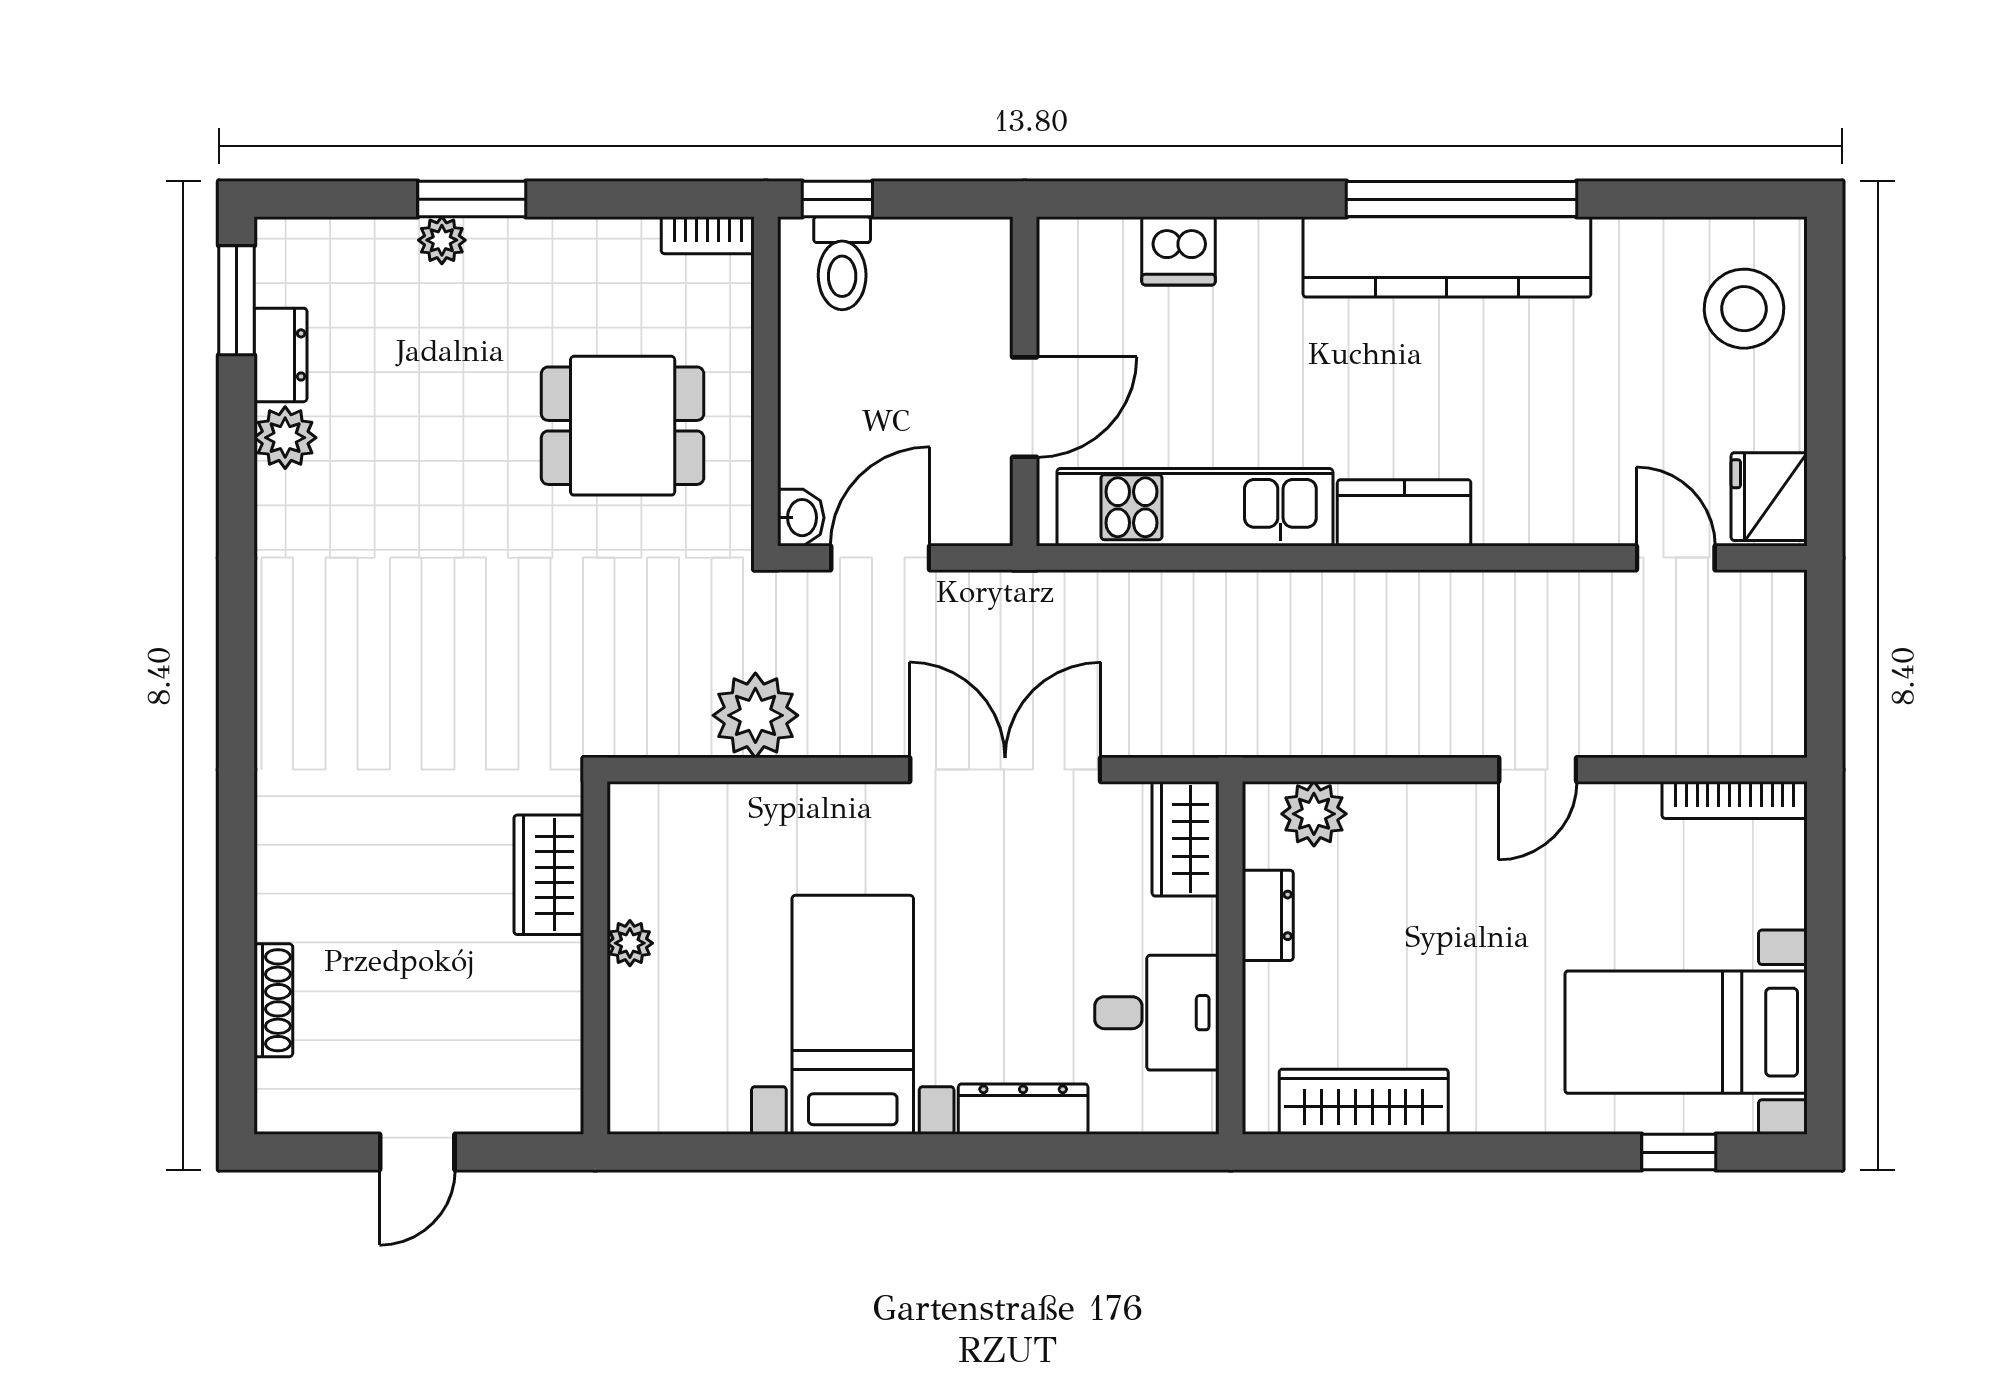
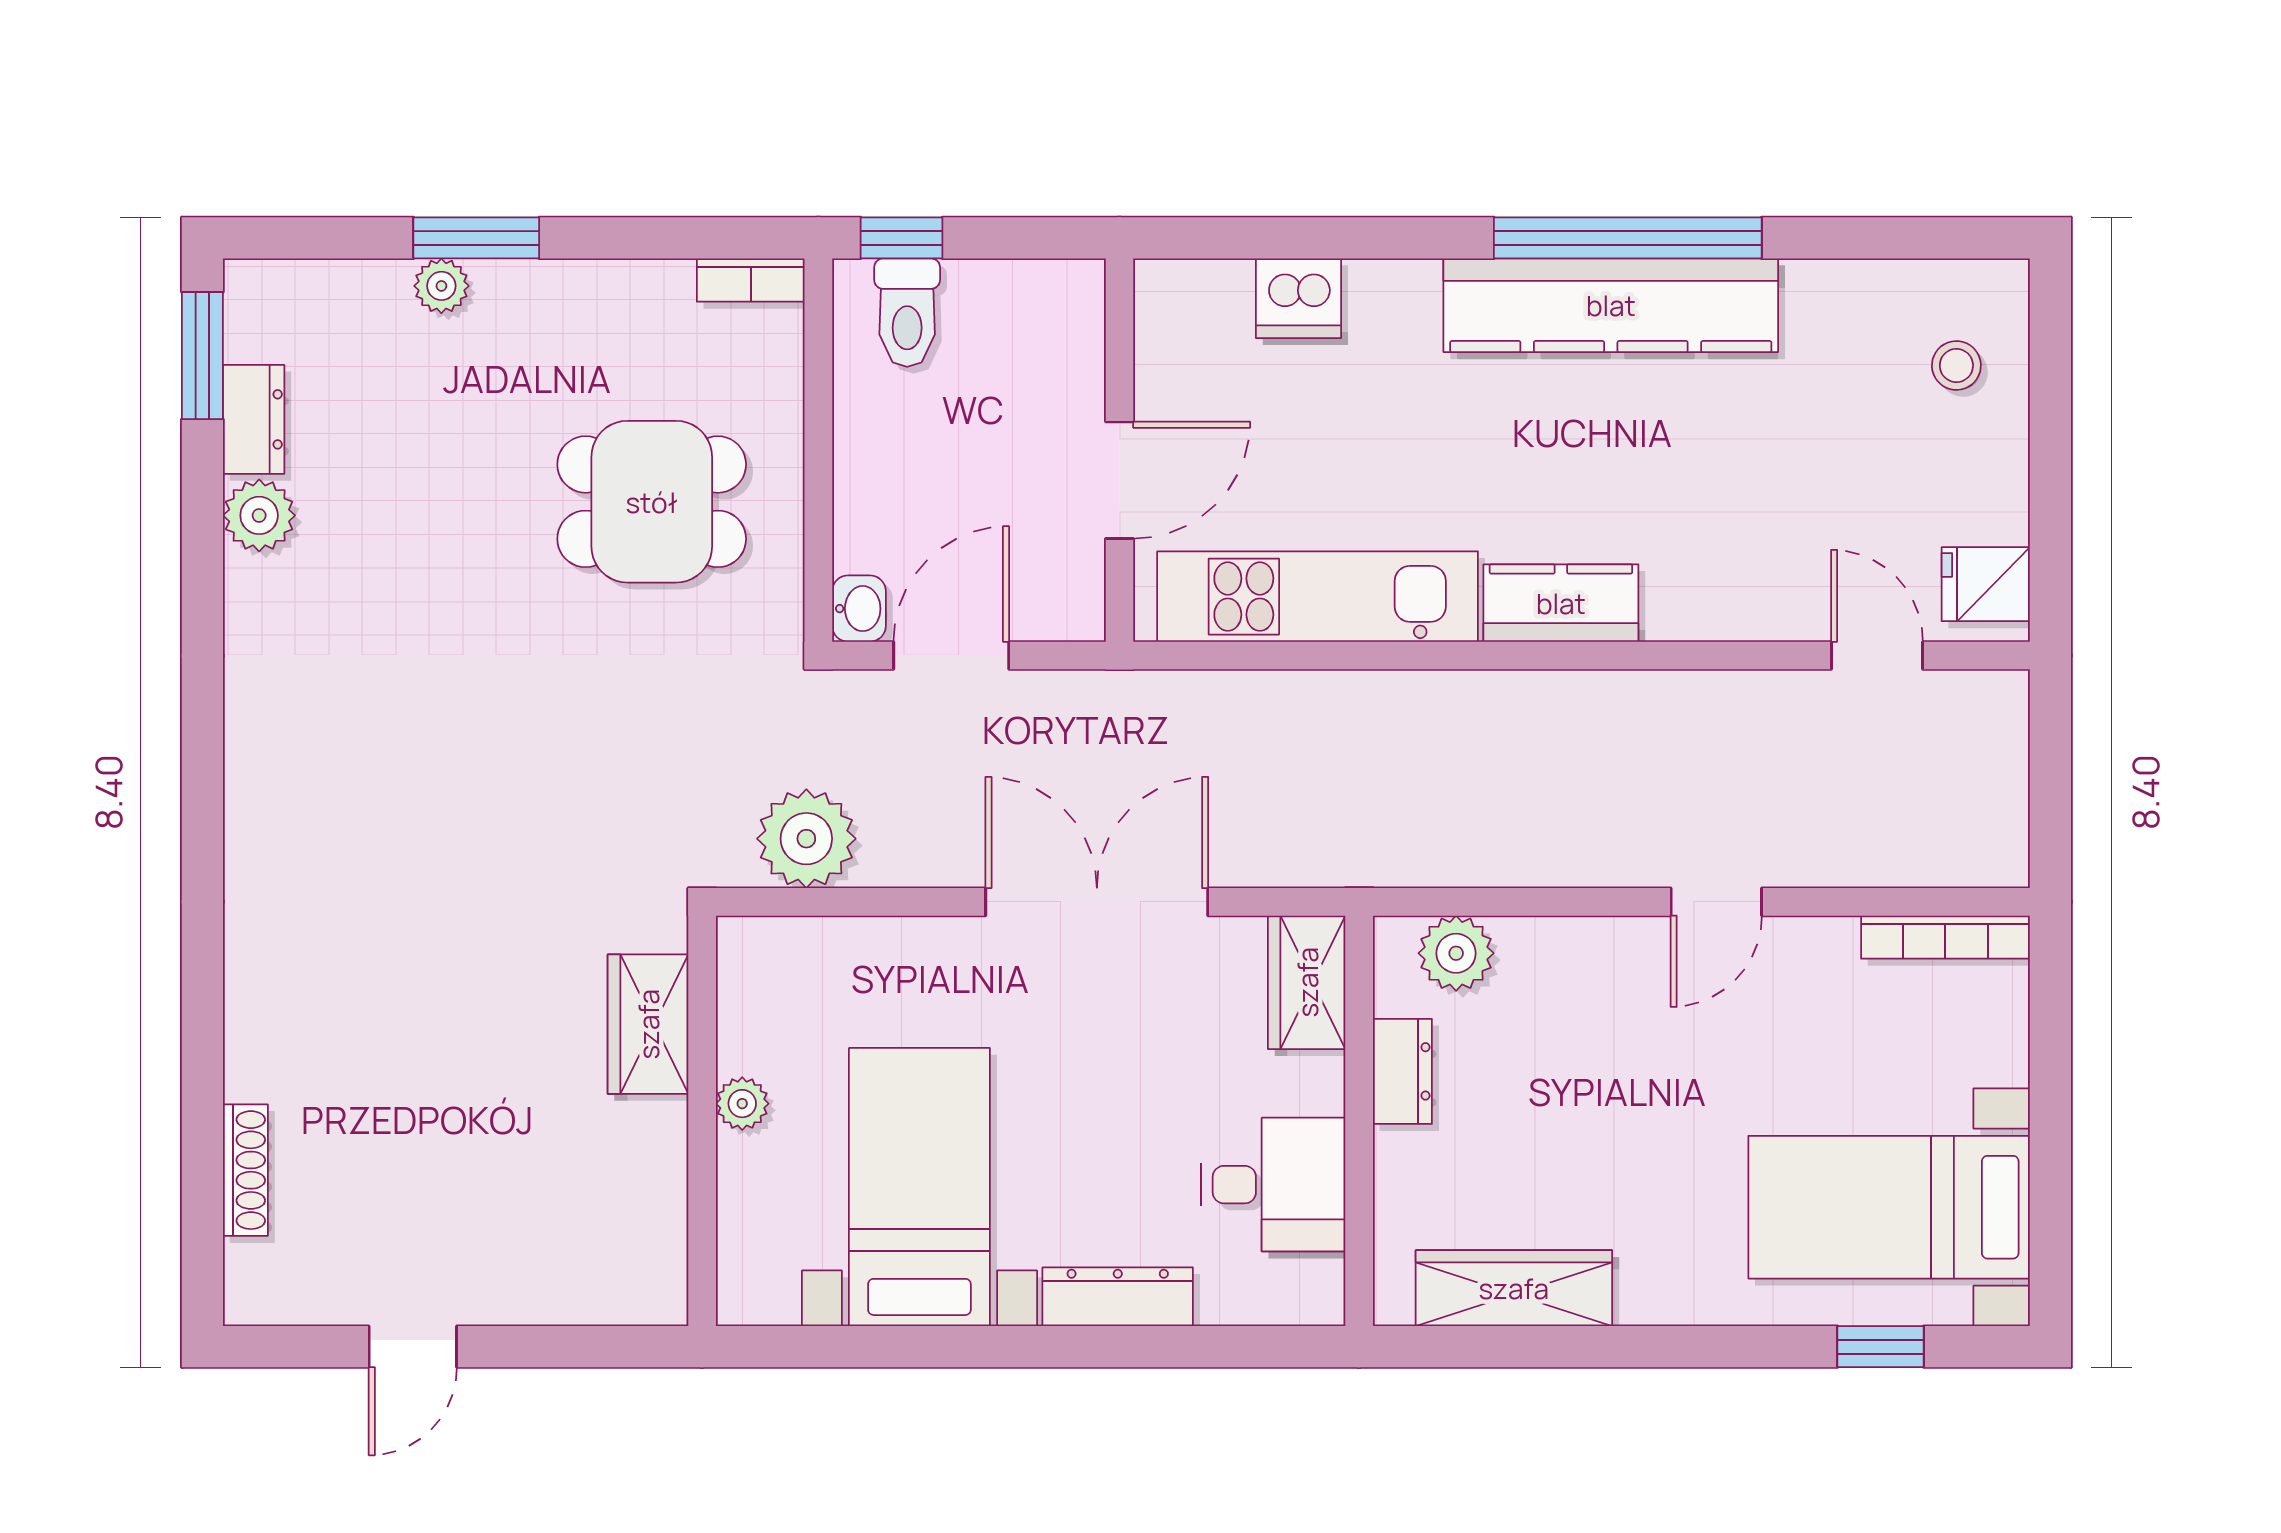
stool: (1744, 309) -> (1956, 365), width x0.53, depth x0.53
fridge: (1769, 497) -> (1986, 584), width x0.72
wardrobe: (549, 875) -> (648, 1024), moved
plant: (630, 943) -> (742, 1104), moved
wall: (595, 958) -> (702, 1121), moved

